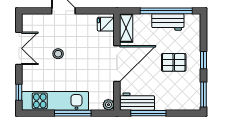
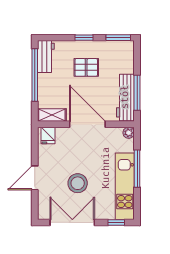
workbench: (168, 22) -> (46, 56), moved
double door: (19, 48) -> (72, 222), width x1.37
stool: (58, 54) -> (78, 183), width x1.89, depth x1.89
pallet: (174, 62) -> (86, 67), turned 90
workbench: (137, 102) -> (125, 97), width x1.38

